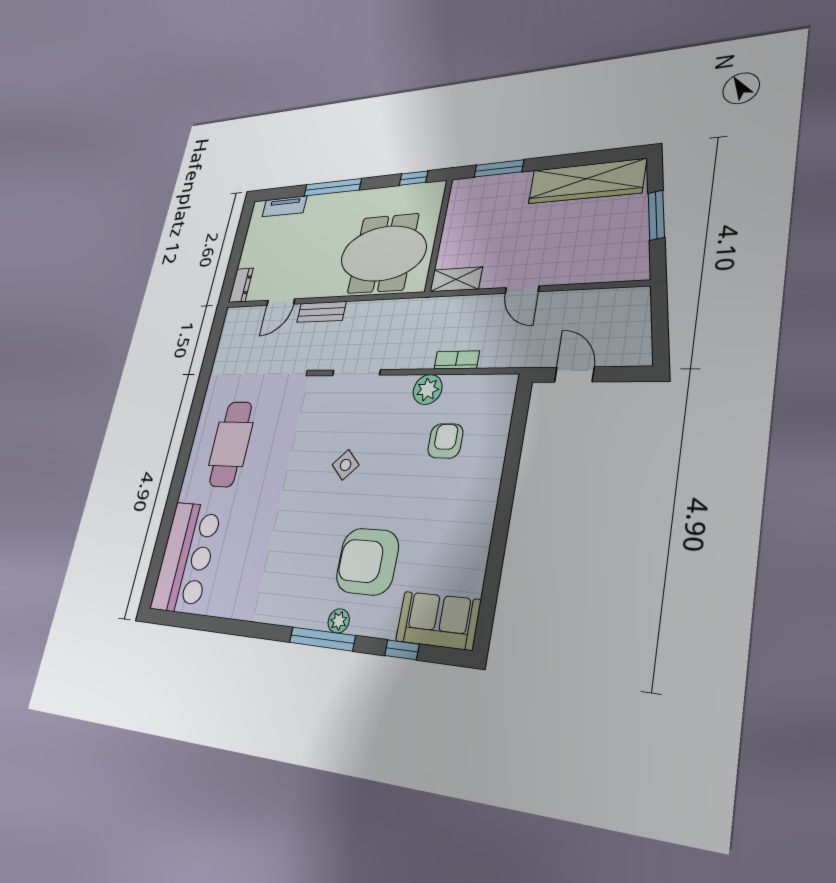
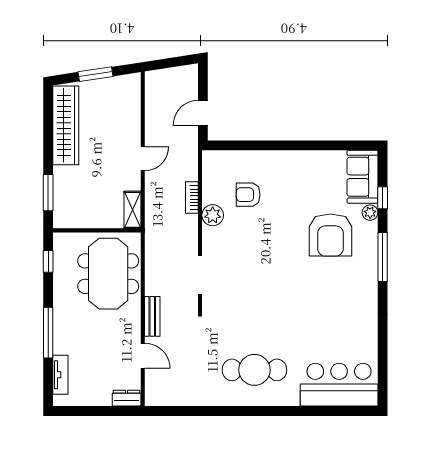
side table: (346, 465) -> (267, 267), removed
plant: (339, 621) -> (370, 213), moved

